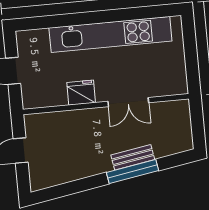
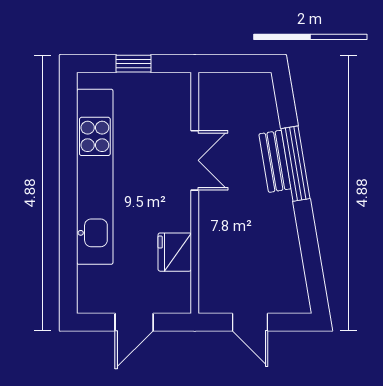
window: (191, 54) -> (133, 64), added
fridge: (81, 93) -> (175, 252), moved

